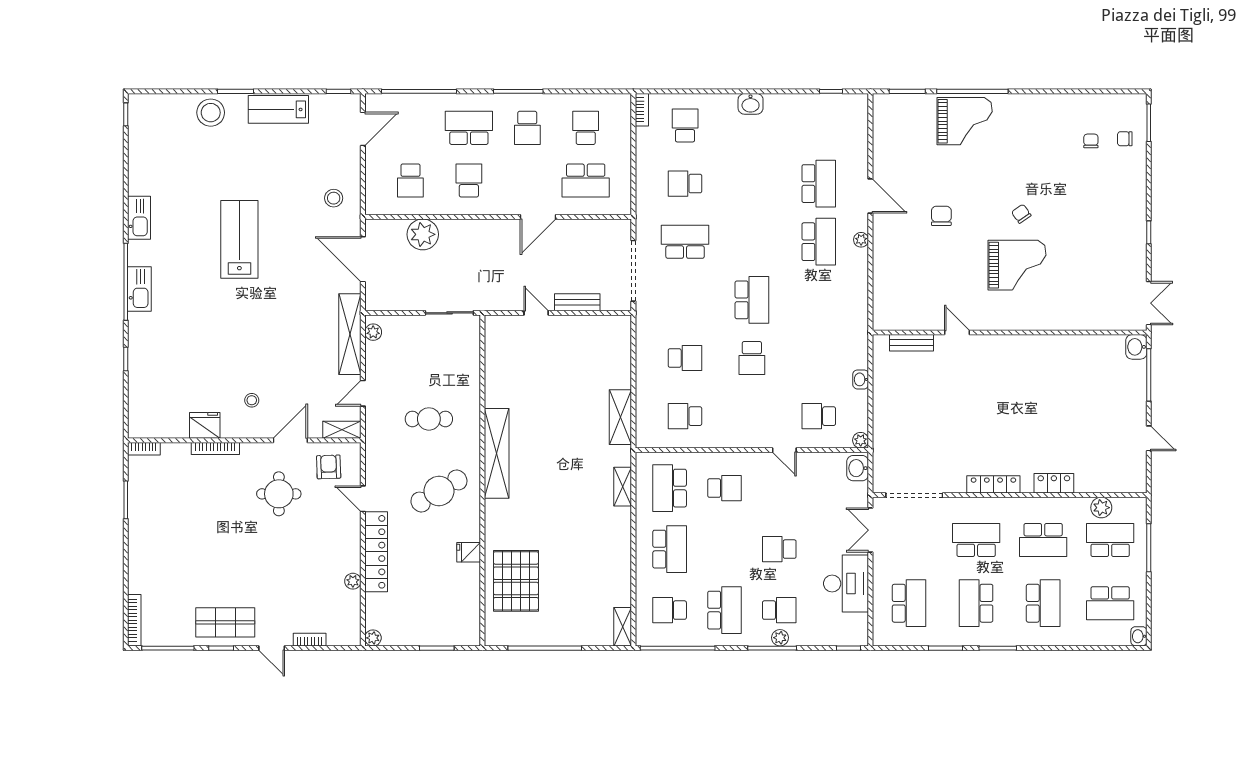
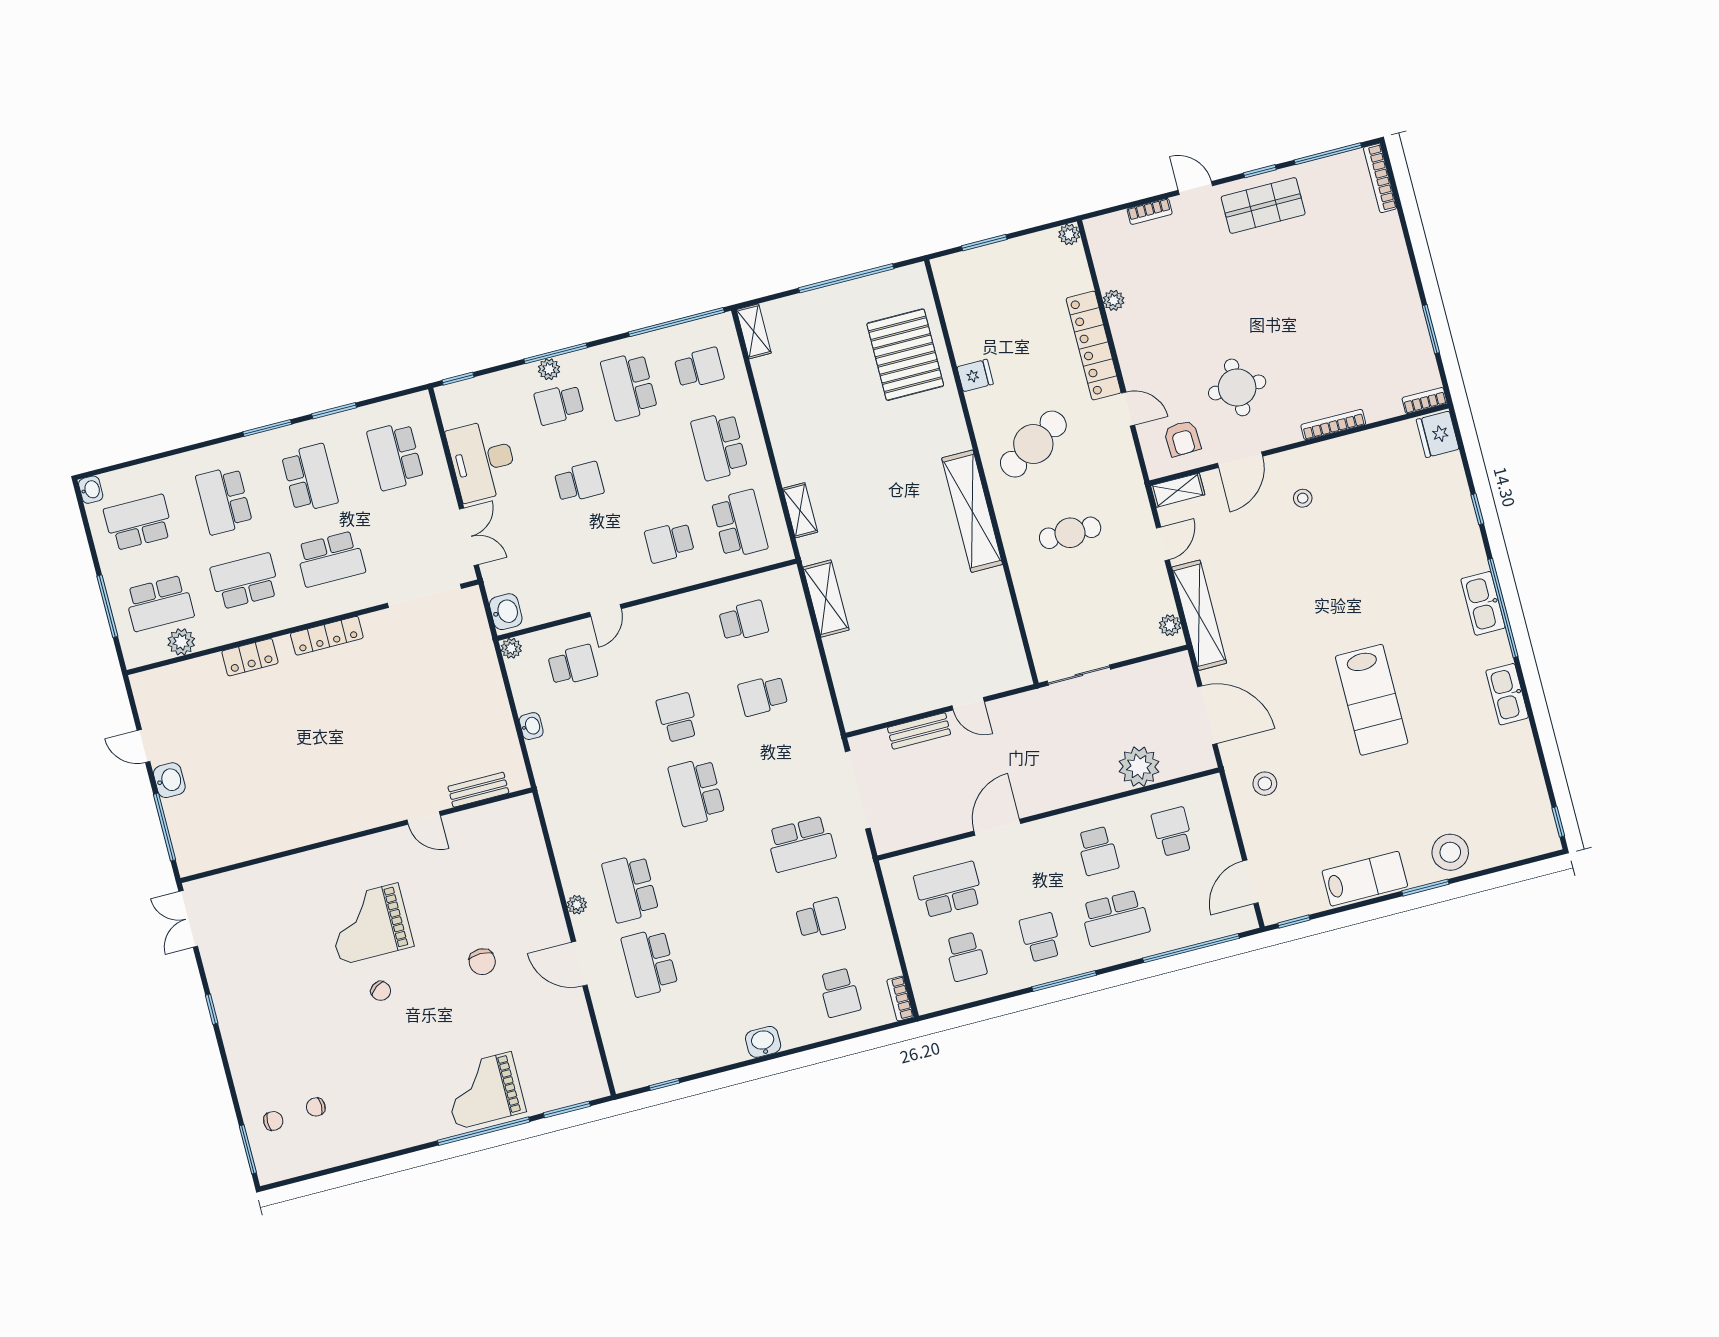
chair: (1091, 141) -> (316, 1107), turned 90
washbasin: (1136, 347) -> (169, 780), moved
fridge: (205, 425) -> (1438, 434), moved, turned 90
door: (784, 450) -> (605, 610), swing flipped

